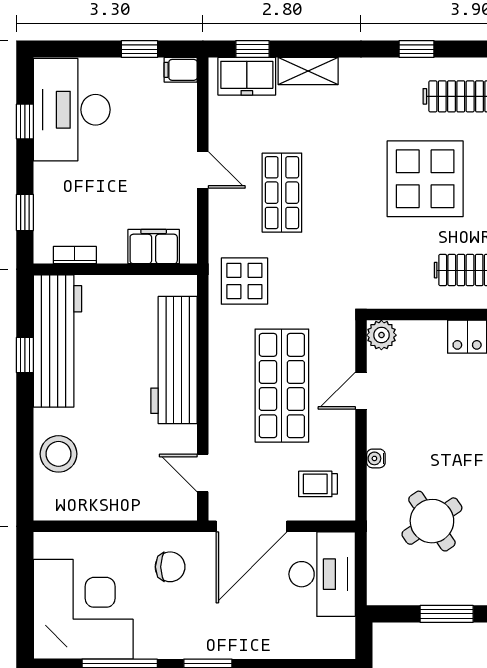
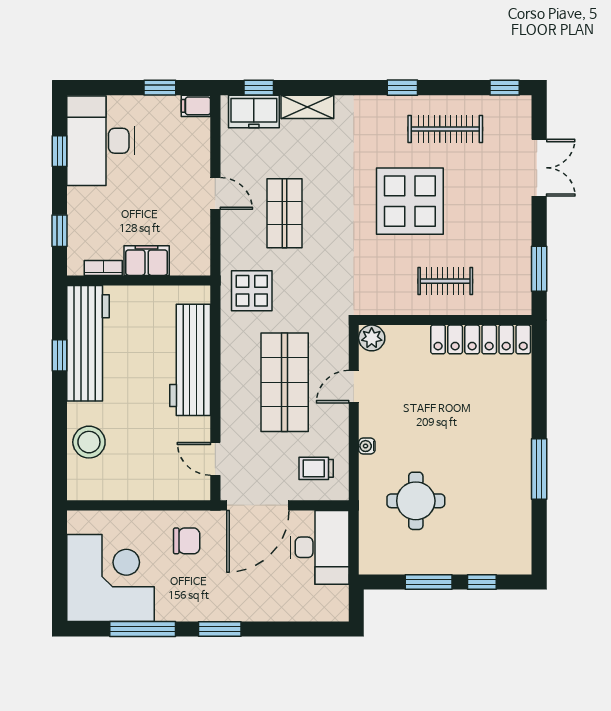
filing cabinet: (154, 247) -> (147, 261), moved
round table: (432, 521) -> (416, 501), turned 34

